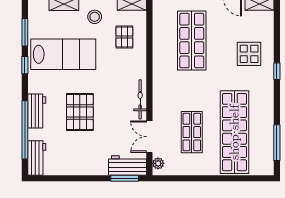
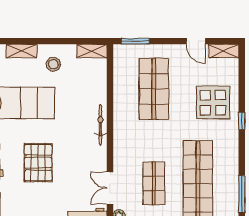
pallet: (124, 37) -> (84, 85), removed
display table: (249, 54) -> (213, 103), width x1.36, depth x1.36
bicycle: (140, 99) -> (100, 125), moved

